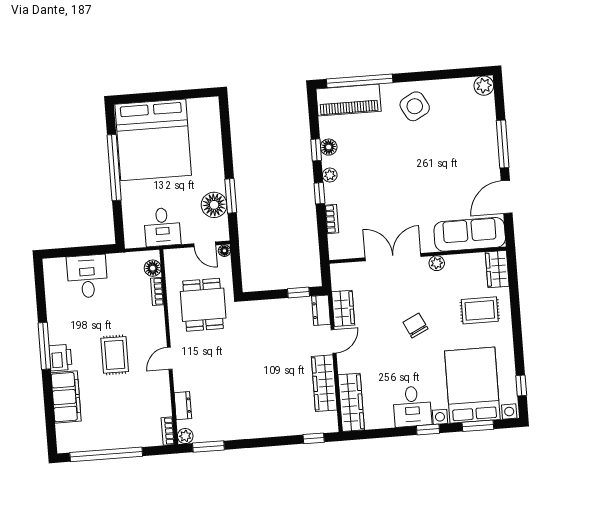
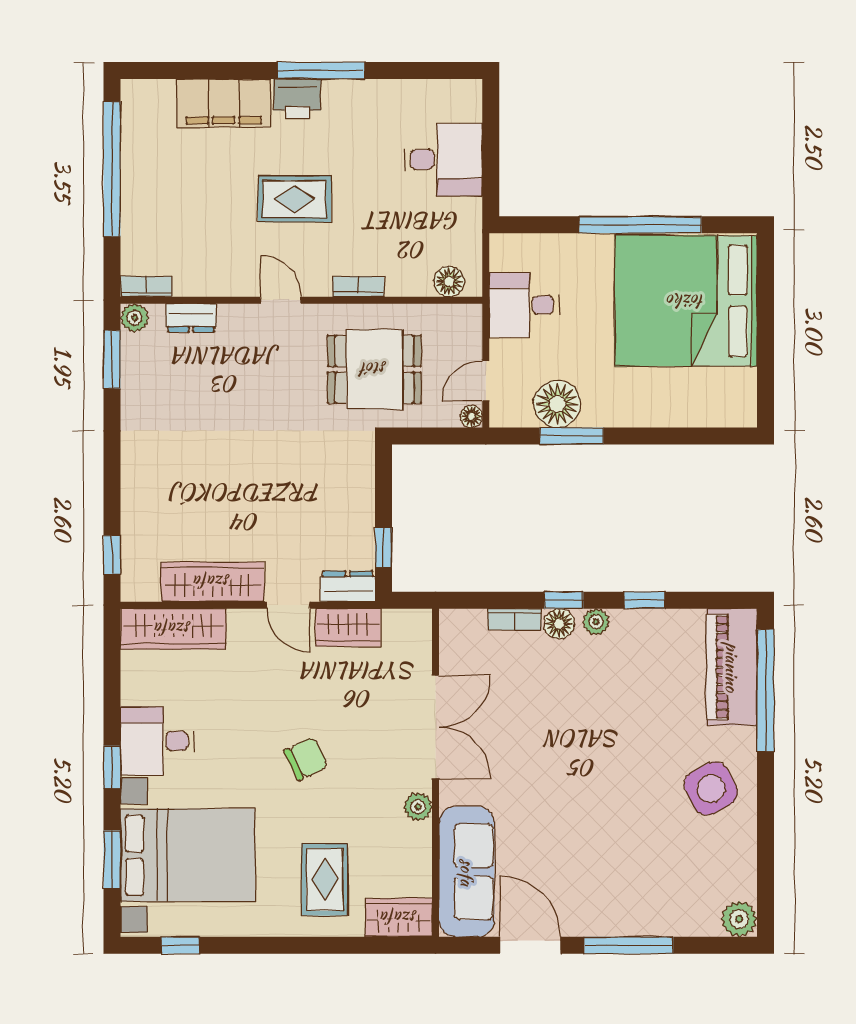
floor lamp: (329, 147) -> (559, 624), moved
bookcase: (157, 291) -> (358, 287), moved

